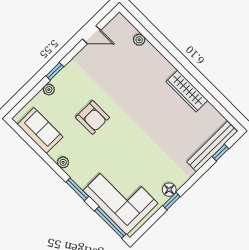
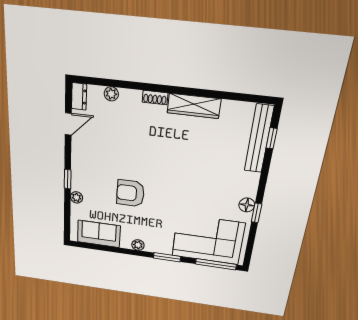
dresser: (116, 24) -> (79, 96), added
shoe rack: (166, 65) -> (155, 98), added
armchair: (93, 117) -> (130, 193), turned 180

